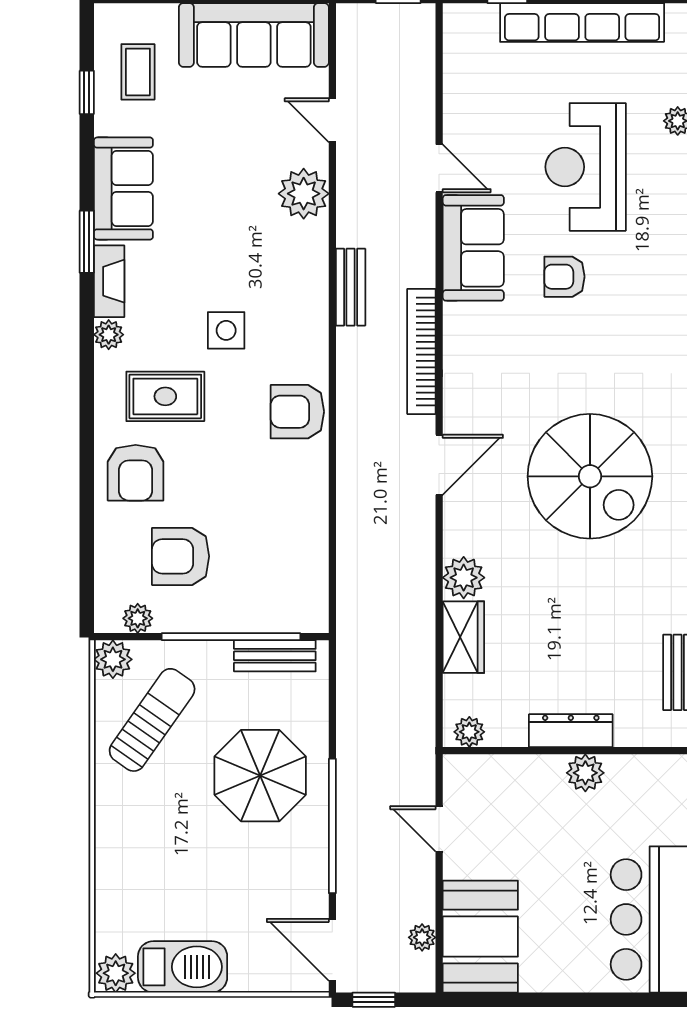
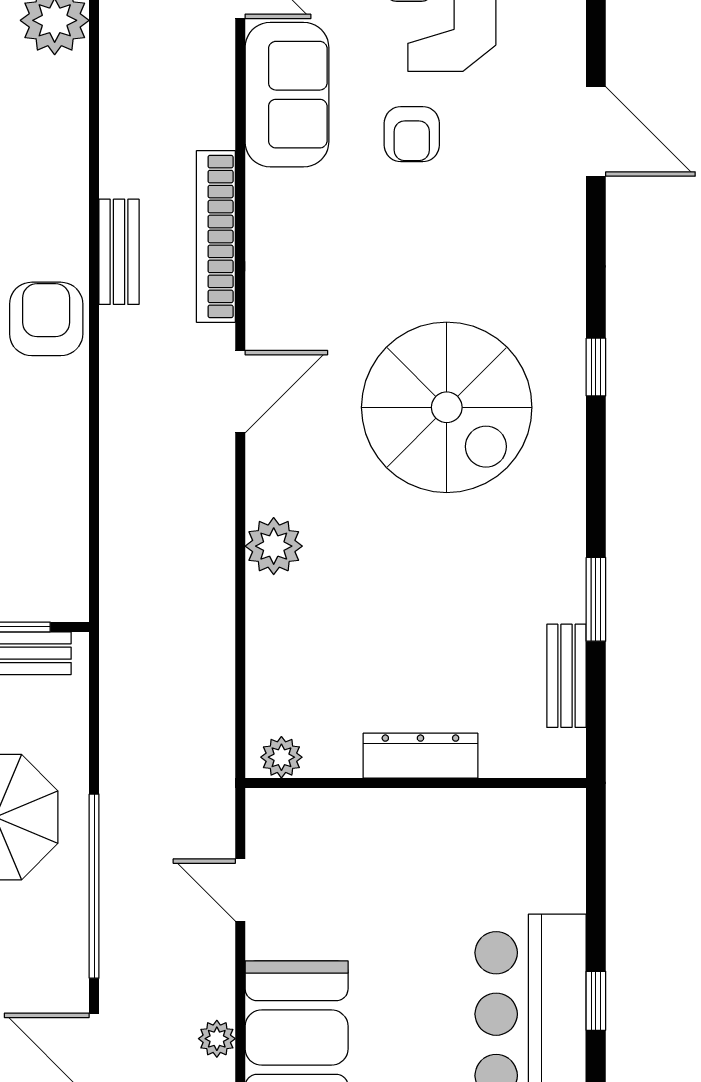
armchair: (564, 277) -> (412, 134), turned -90
bench: (351, 287) -> (119, 252), moved
armchair: (297, 412) -> (46, 319), turned 90
wardrobe: (463, 637) -> (274, 628), removed
plant: (585, 773) -> (440, 813), removed

